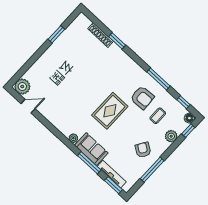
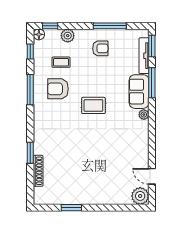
armchair: (142, 98) -> (58, 89), turned -87
rug: (110, 111) -> (93, 105), width x0.73, depth x0.70
armchair: (143, 150) -> (100, 48), turned -123

